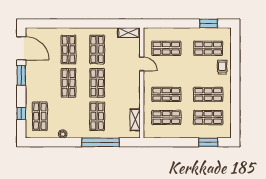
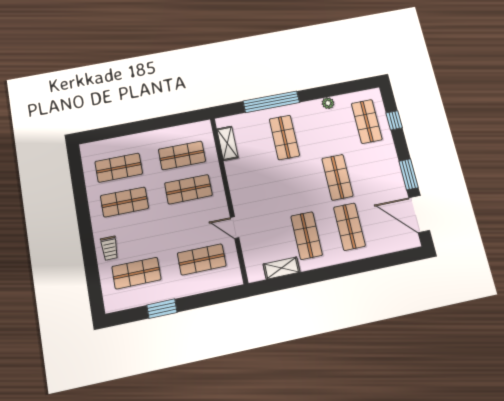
window: (209, 23) -> (162, 309), moved
shelving: (129, 33) -> (282, 268), moved
shop shelf: (97, 83) -> (295, 186), removed
window: (208, 142) -> (113, 132), removed

